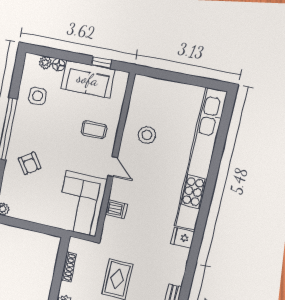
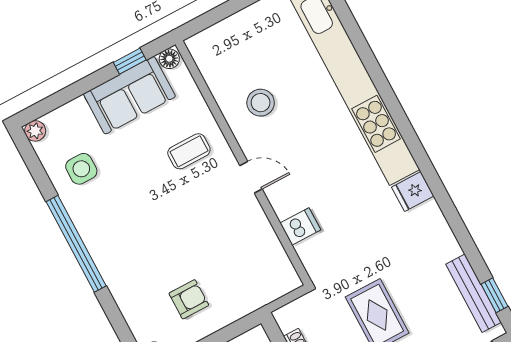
plant: (45, 63) -> (35, 131), moved
floor lamp: (59, 65) -> (169, 59), moved
armchair: (30, 163) -> (189, 299), moved, turned -56
corner sofa: (81, 204) -> (250, 258), removed

